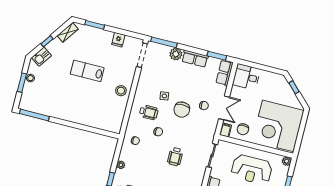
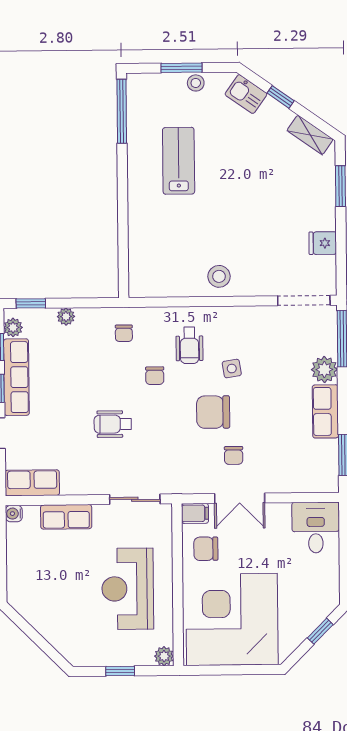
lab bench: (87, 71) -> (179, 161), moved
row of seats: (225, 73) -> (312, 480), removed

